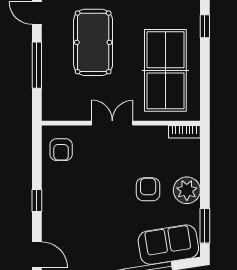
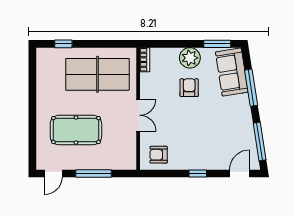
double door: (112, 123) -> (138, 115), swing flipped
armchair: (61, 150) -> (159, 155), turned 180
armchair: (148, 189) -> (189, 88), turned 90

